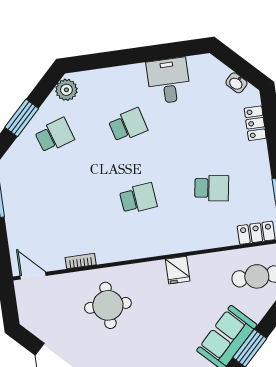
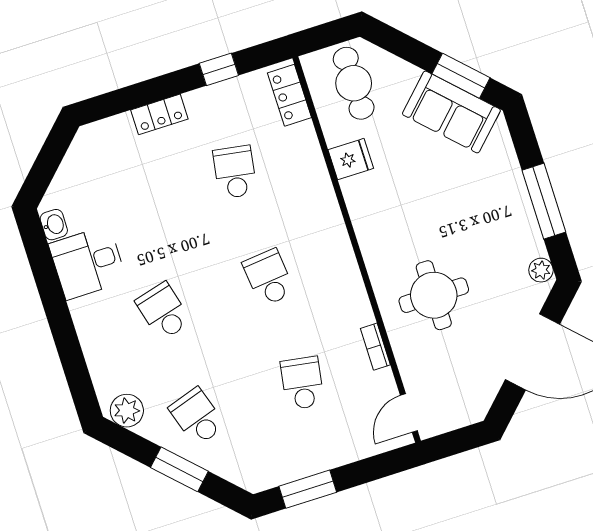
washbasin: (236, 83) -> (54, 225), moved, turned -45
locker: (255, 123) -> (159, 114), moved
school desk: (65, 209) -> (302, 383), added
fridge: (178, 270) -> (351, 159), moved

